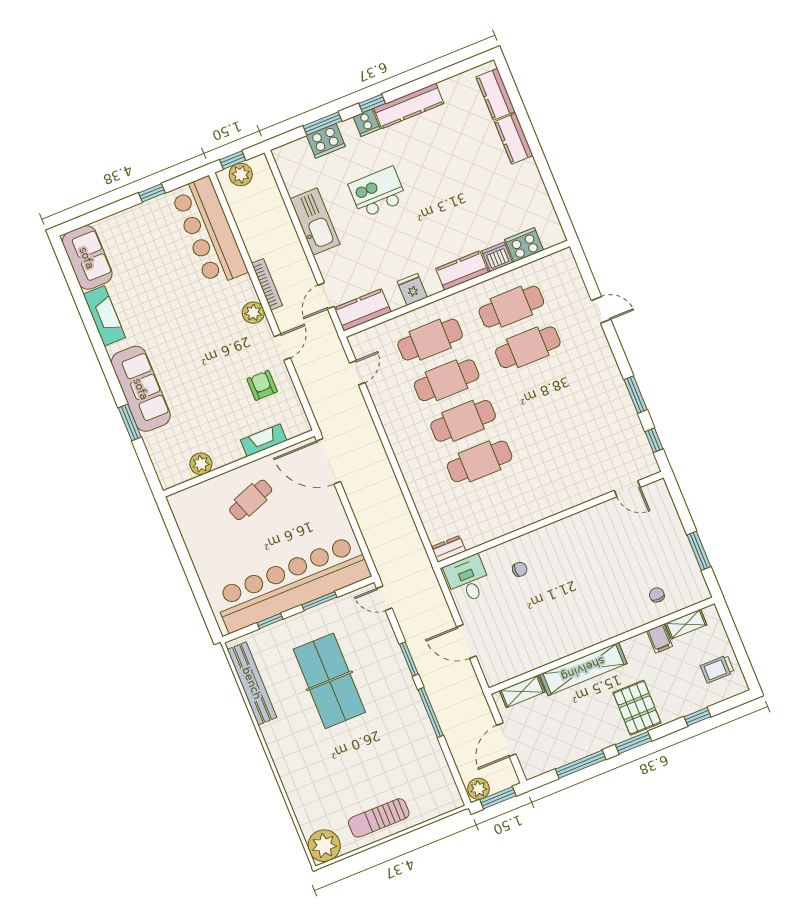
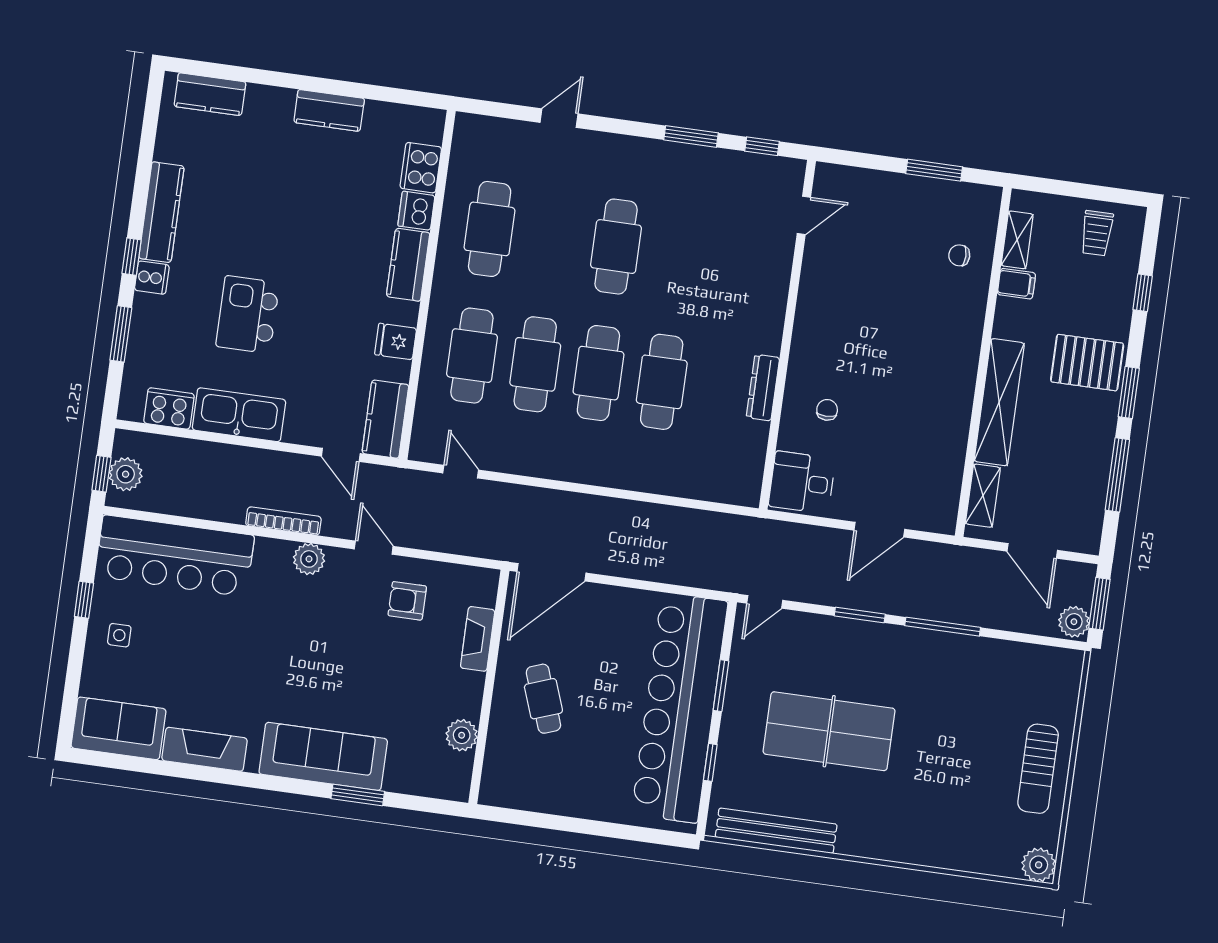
kitchen counter: (514, 139) -> (329, 110), moved
cooker: (326, 141) -> (169, 408), moved, turned -90
side table: (143, 226) -> (119, 635), added
cafe table: (528, 347) -> (616, 247), moved
dresser: (449, 549) -> (763, 388), moved, width x1.44
plant: (324, 846) -> (1039, 865), width x0.73, depth x0.73

